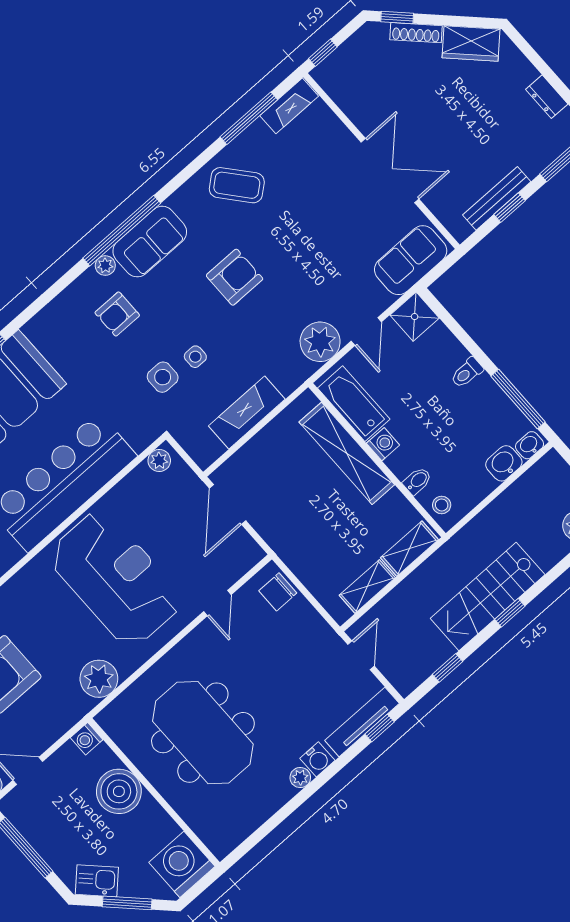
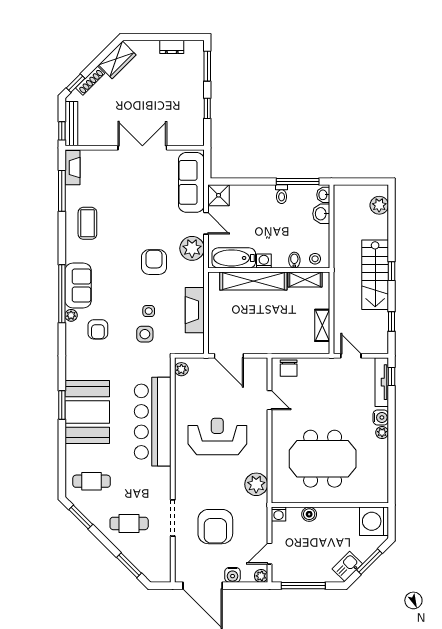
coffee table: (237, 185) -> (87, 223), turned -50
bench: (497, 198) -> (71, 124), moved
sofa: (411, 260) -> (191, 182), width x1.36
armchair: (235, 277) -> (154, 262), moved
toilet: (467, 373) -> (282, 194), moved
shelving: (409, 549) -> (305, 280), moved, turned 90
reception desk: (115, 578) -> (217, 436), width x0.74, depth x0.77
boiler: (119, 791) -> (309, 514), width x0.54, depth x0.54

